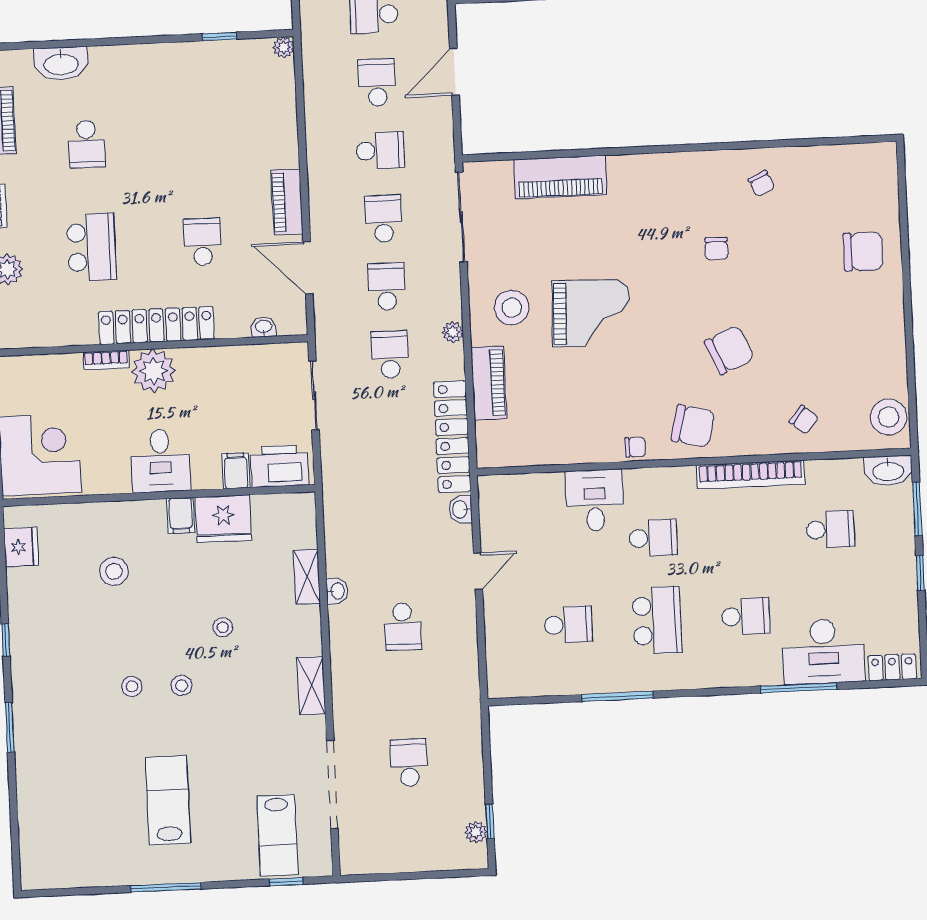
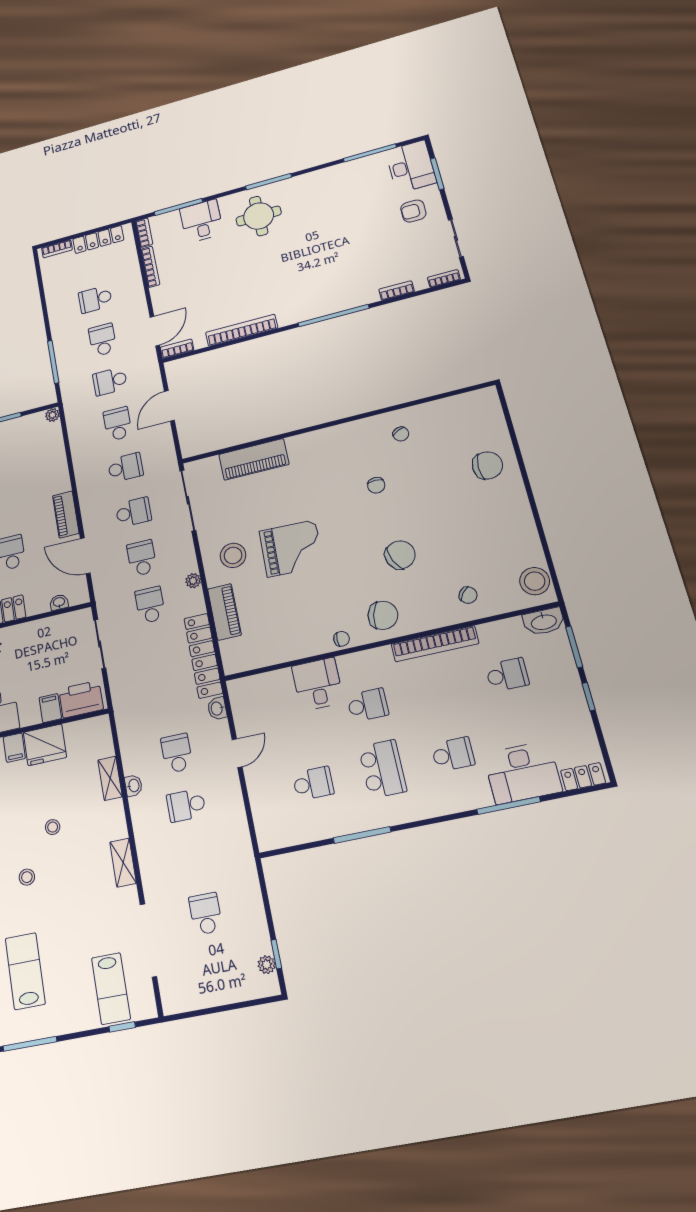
school desk: (383, 218) -> (133, 512), turned 90
school desk: (400, 559) -> (177, 753), added
school desk: (403, 627) -> (186, 805), turned 90

